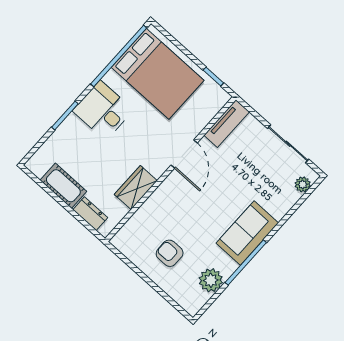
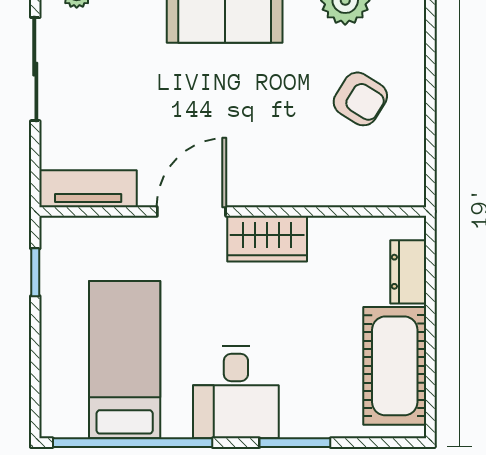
bed: (158, 74) -> (125, 360), width x0.67
cot: (63, 186) -> (395, 366), width x1.37, depth x1.34
wardrobe: (136, 188) -> (267, 239), moved
armchair: (170, 253) -> (360, 99), turned -58

